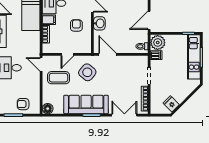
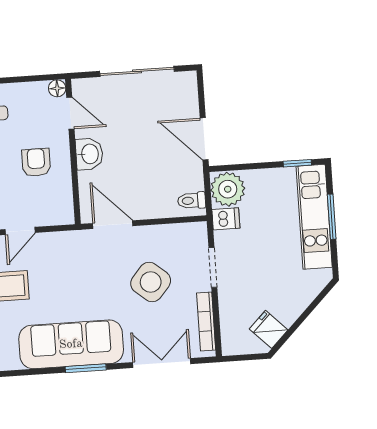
door: (149, 20) -> (204, 139), hinge flipped
side table: (87, 72) -> (151, 282), moved

